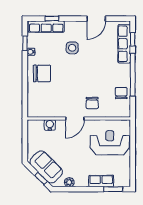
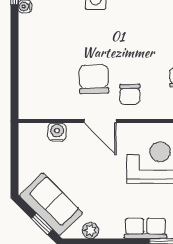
chair: (42, 73) -> (94, 79), moved, turned -92
door: (75, 118) -> (100, 121), hinge flipped

